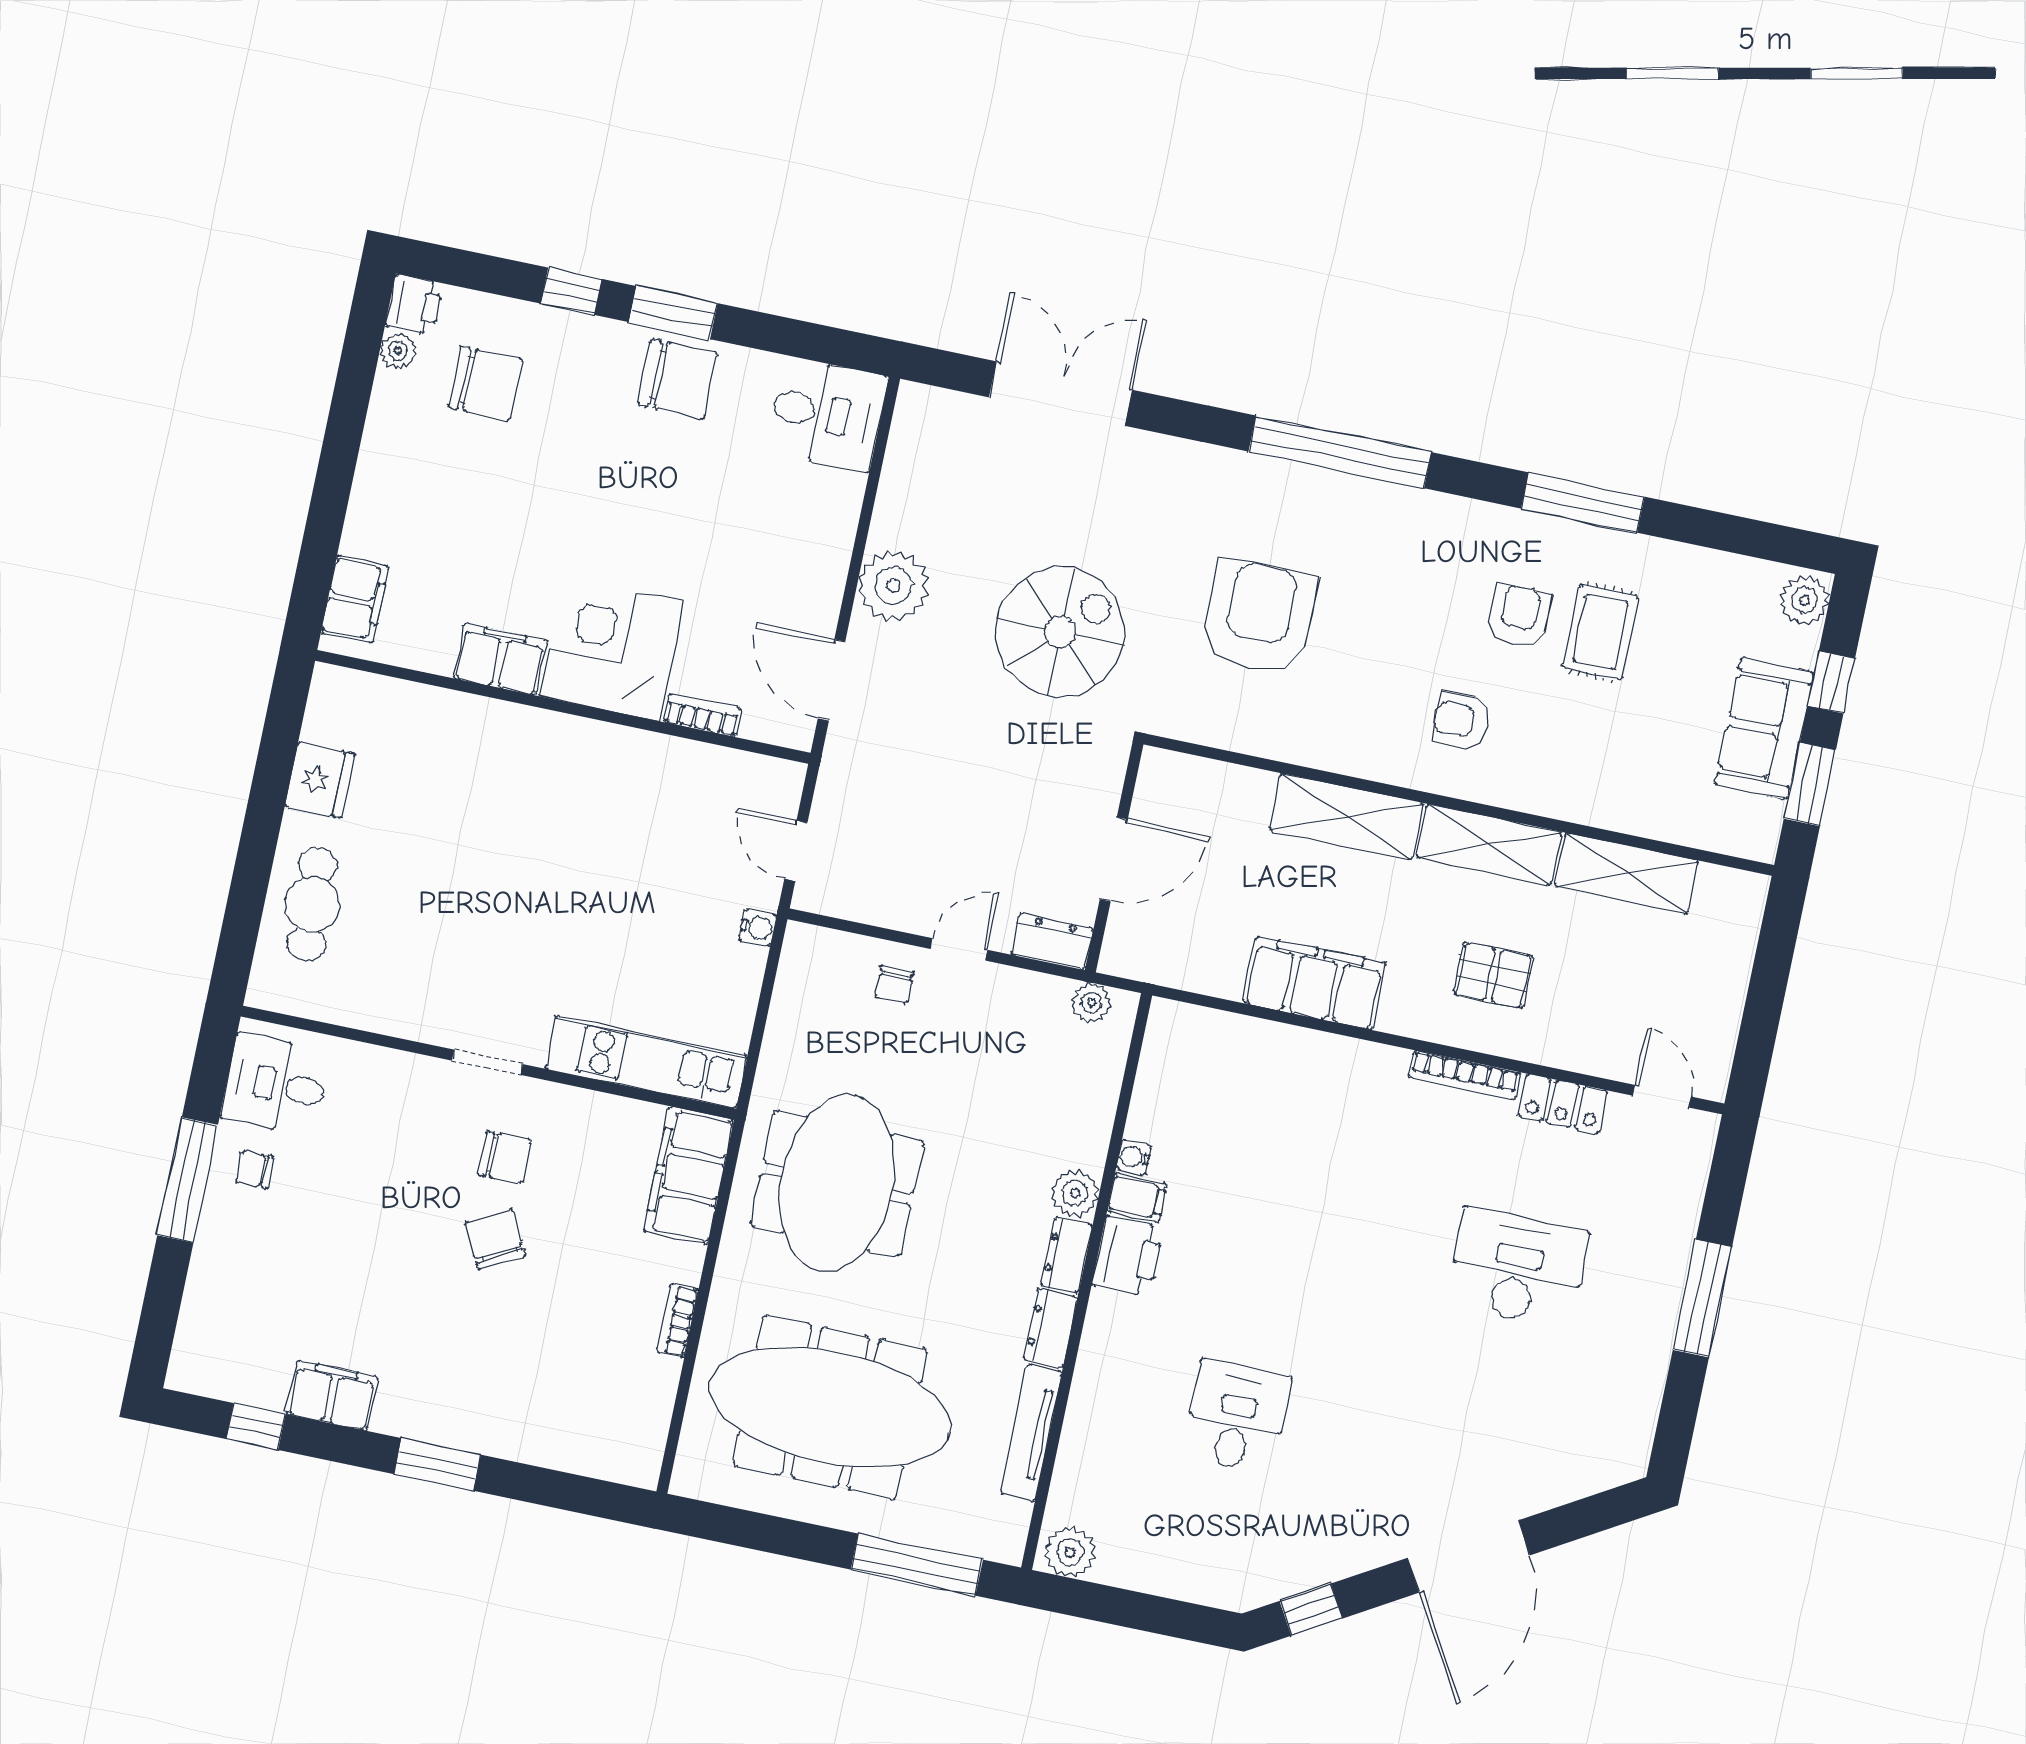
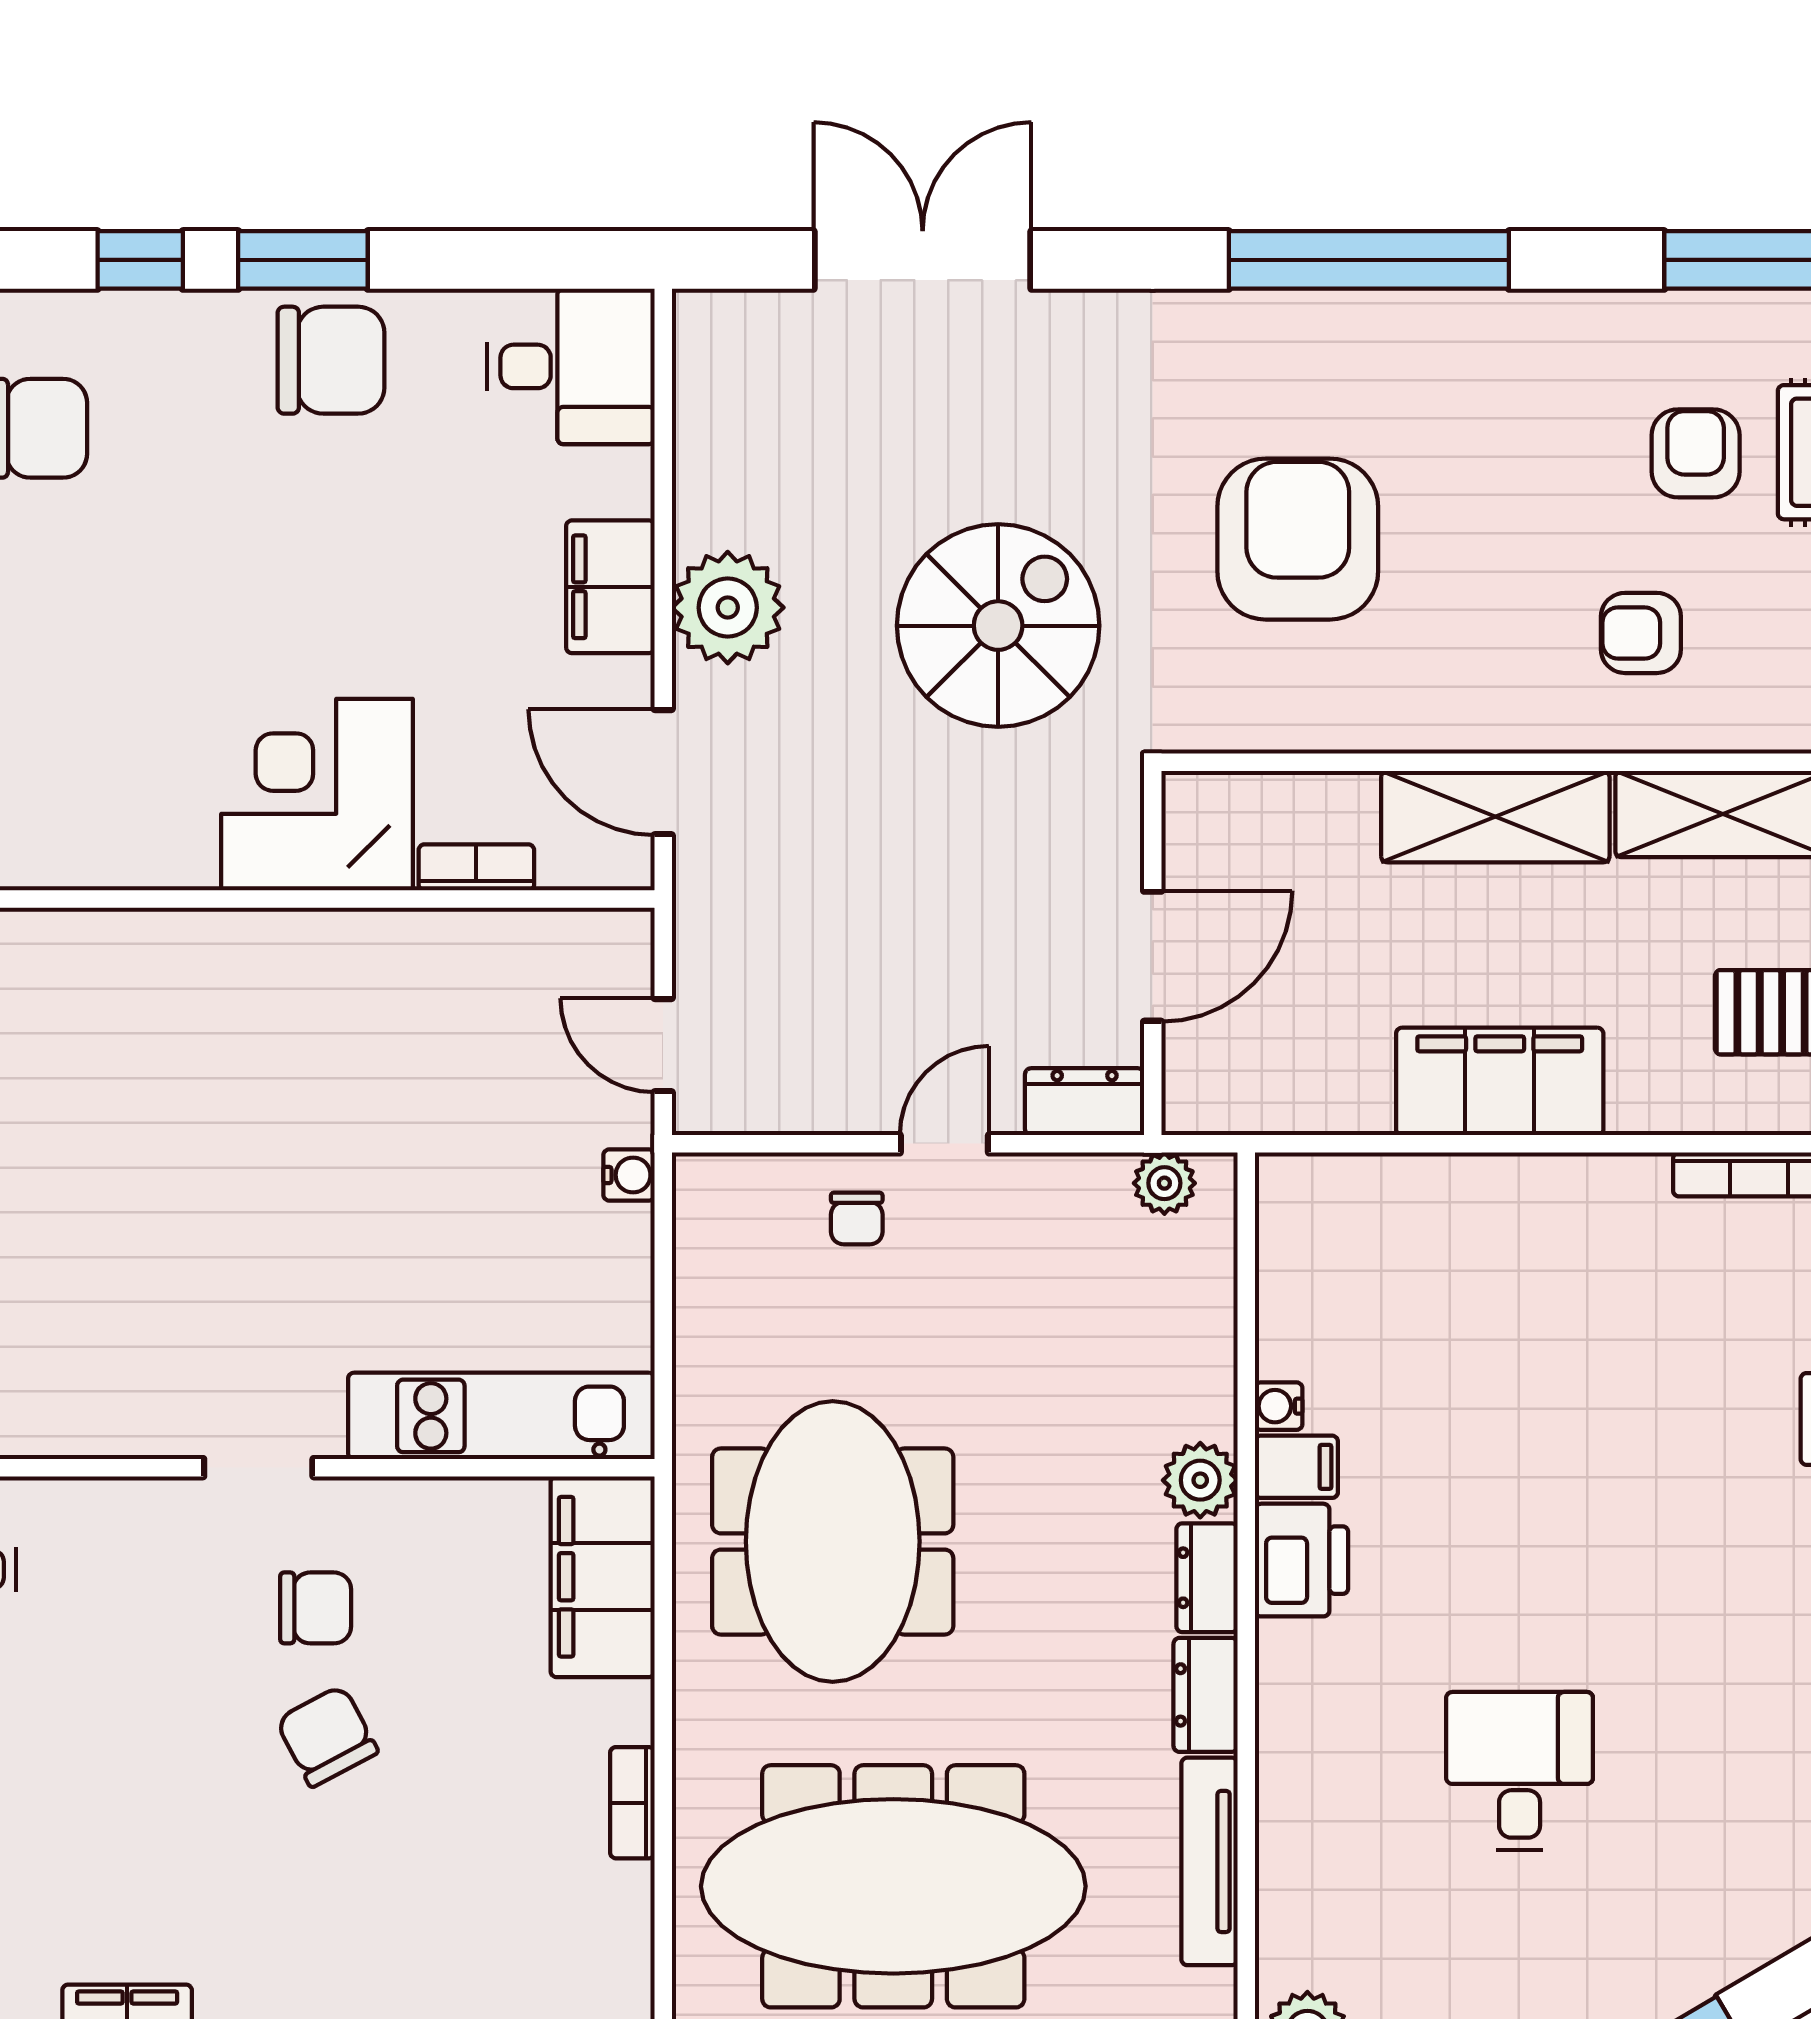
filing cabinet: (500, 659) -> (610, 587), moved, turned -90

